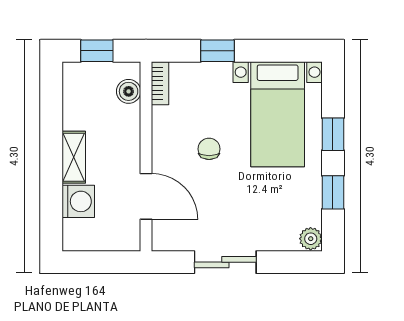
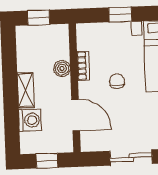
bookcase: (160, 83) -> (83, 66), moved
boiler: (129, 91) -> (62, 68), moved
window: (101, 262) -> (47, 161), added

